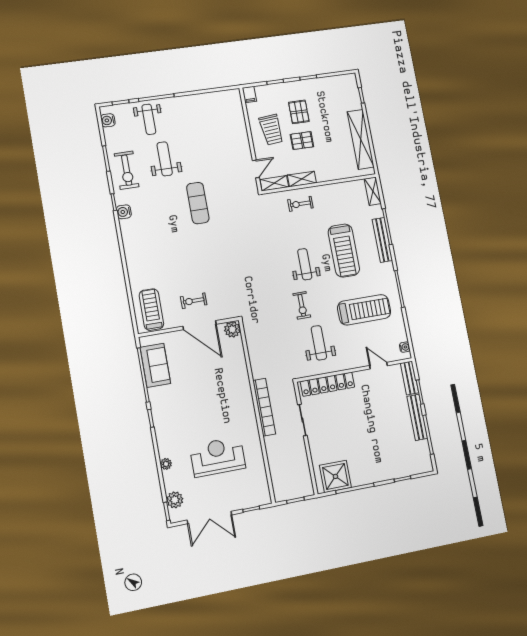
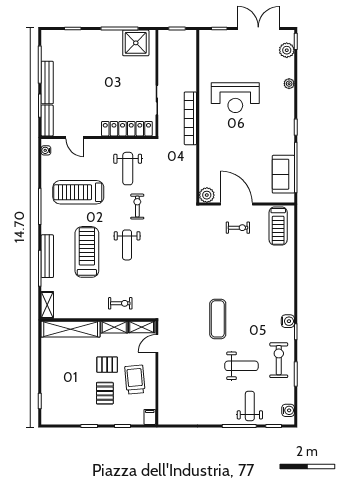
shelving: (361, 139) -> (71, 329), moved, turned 90
weight bench: (165, 159) -> (241, 366), turned -90
reception desk: (218, 457) -> (235, 98), moved

